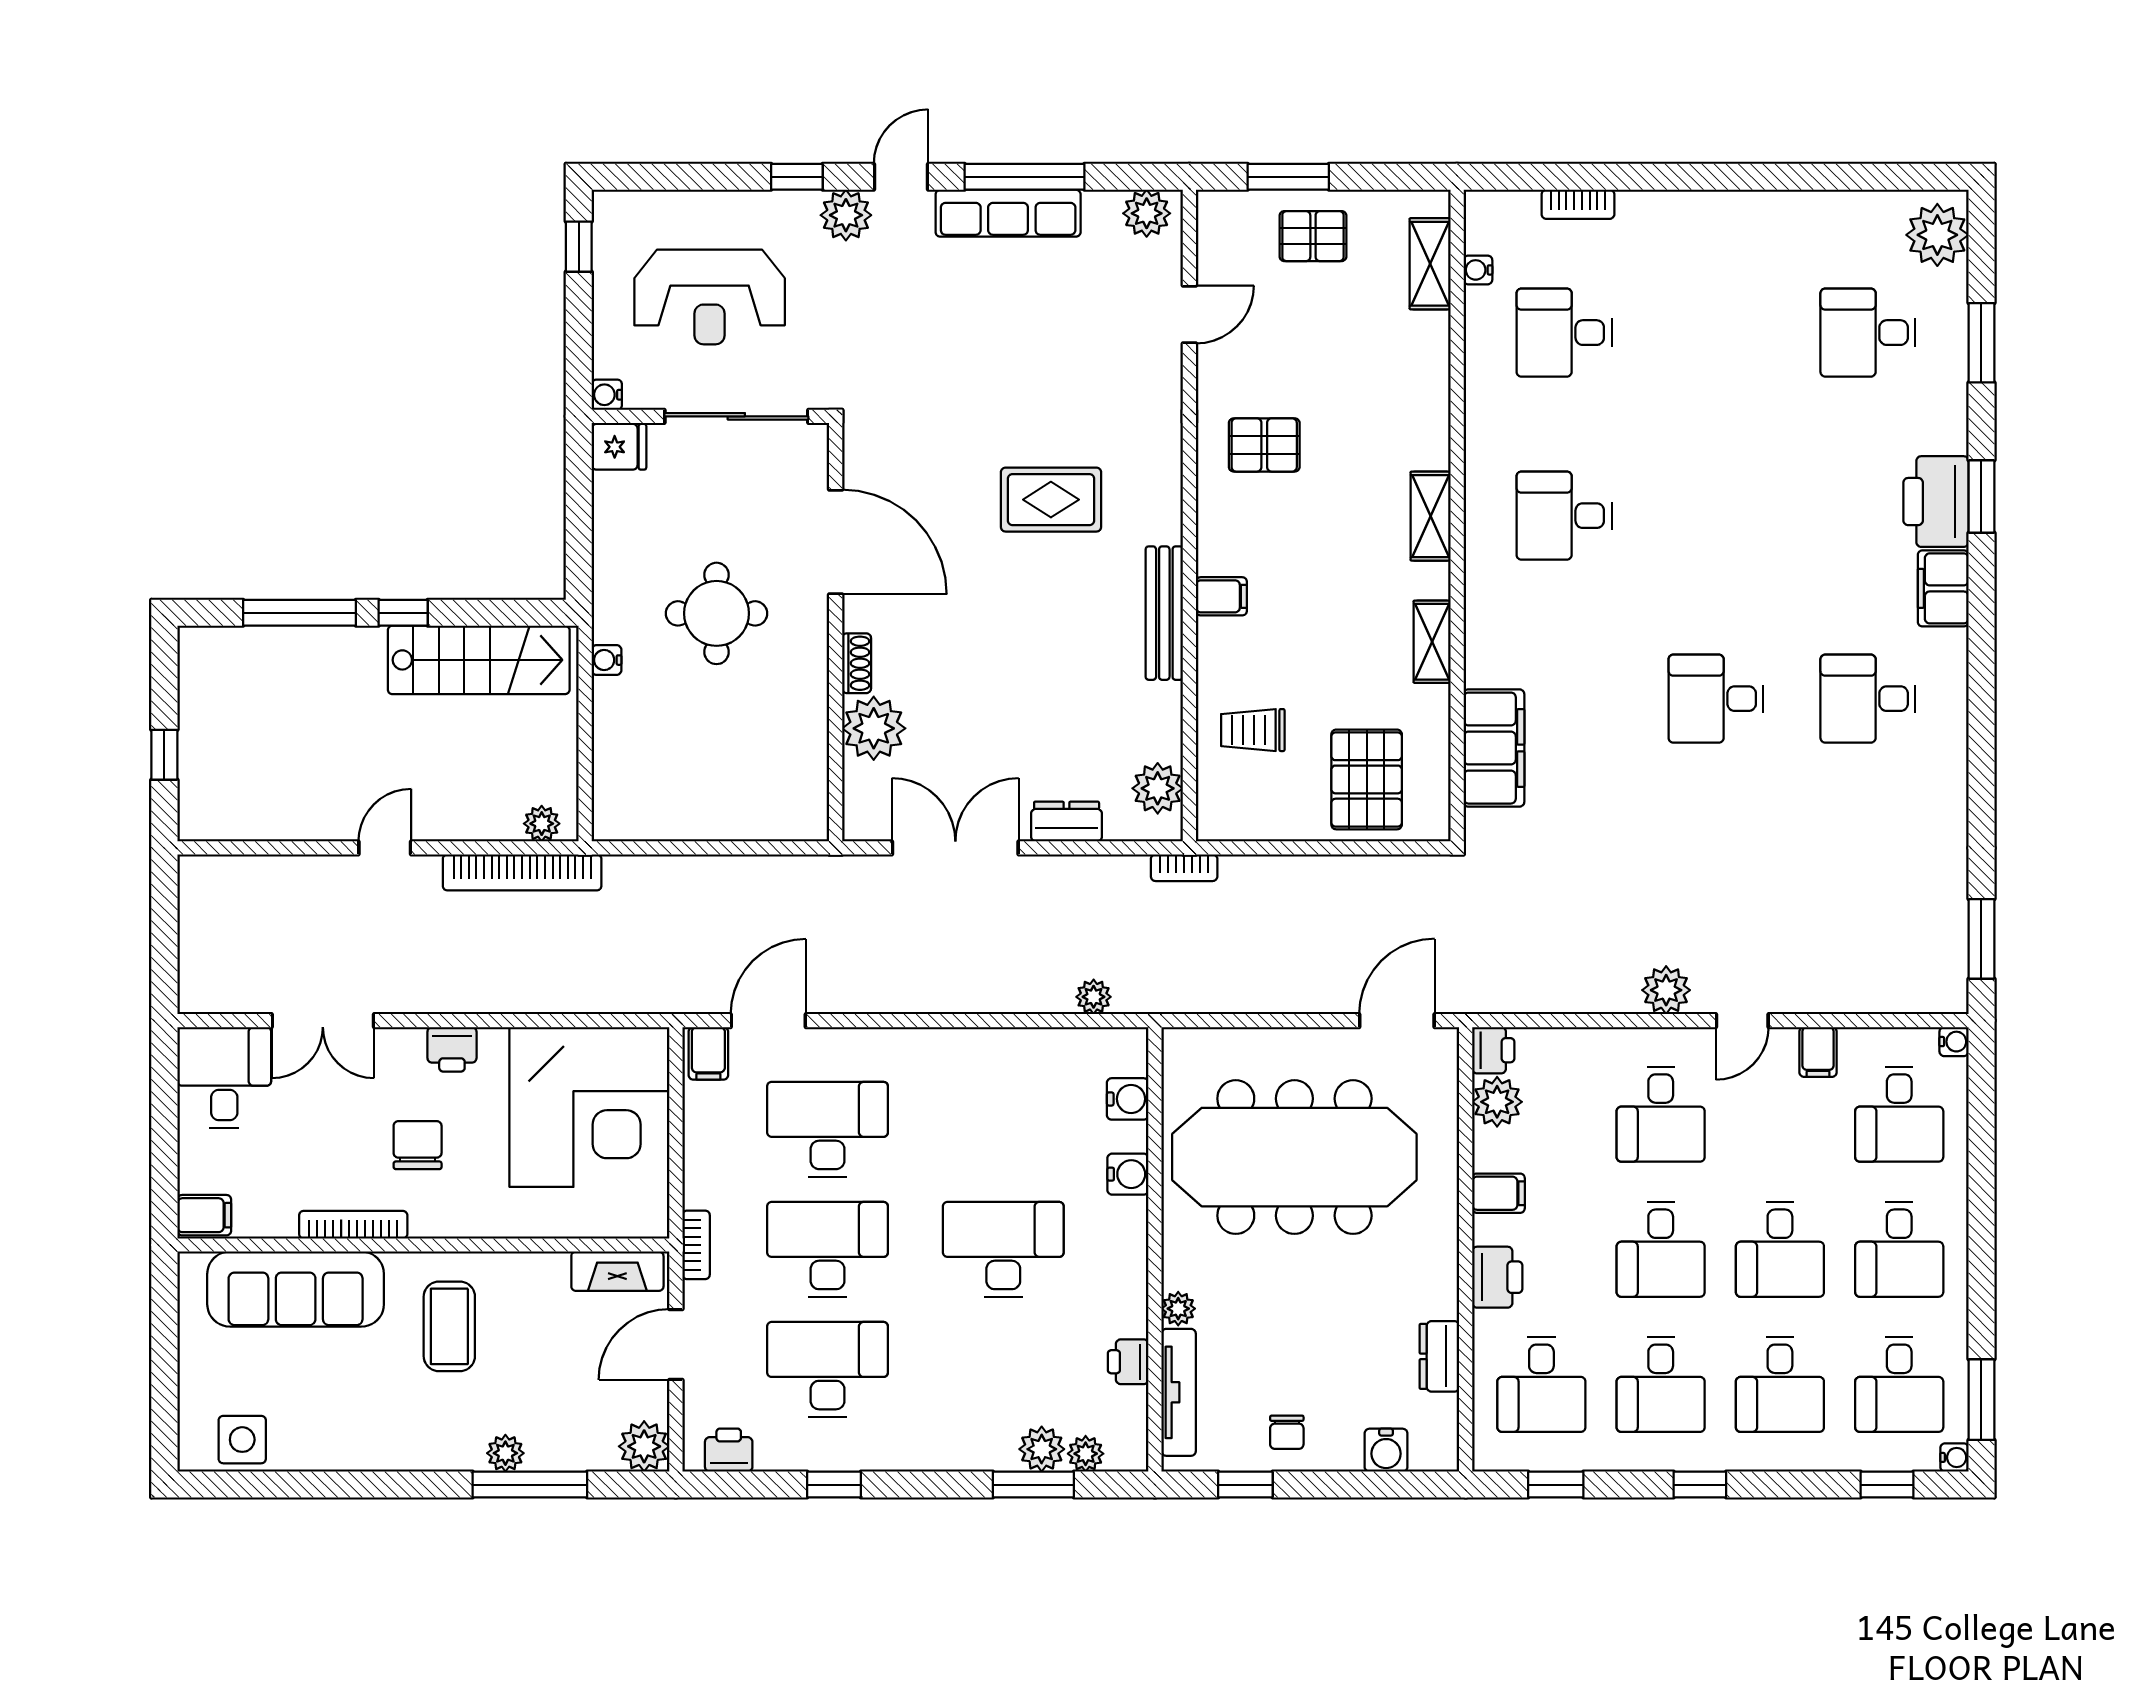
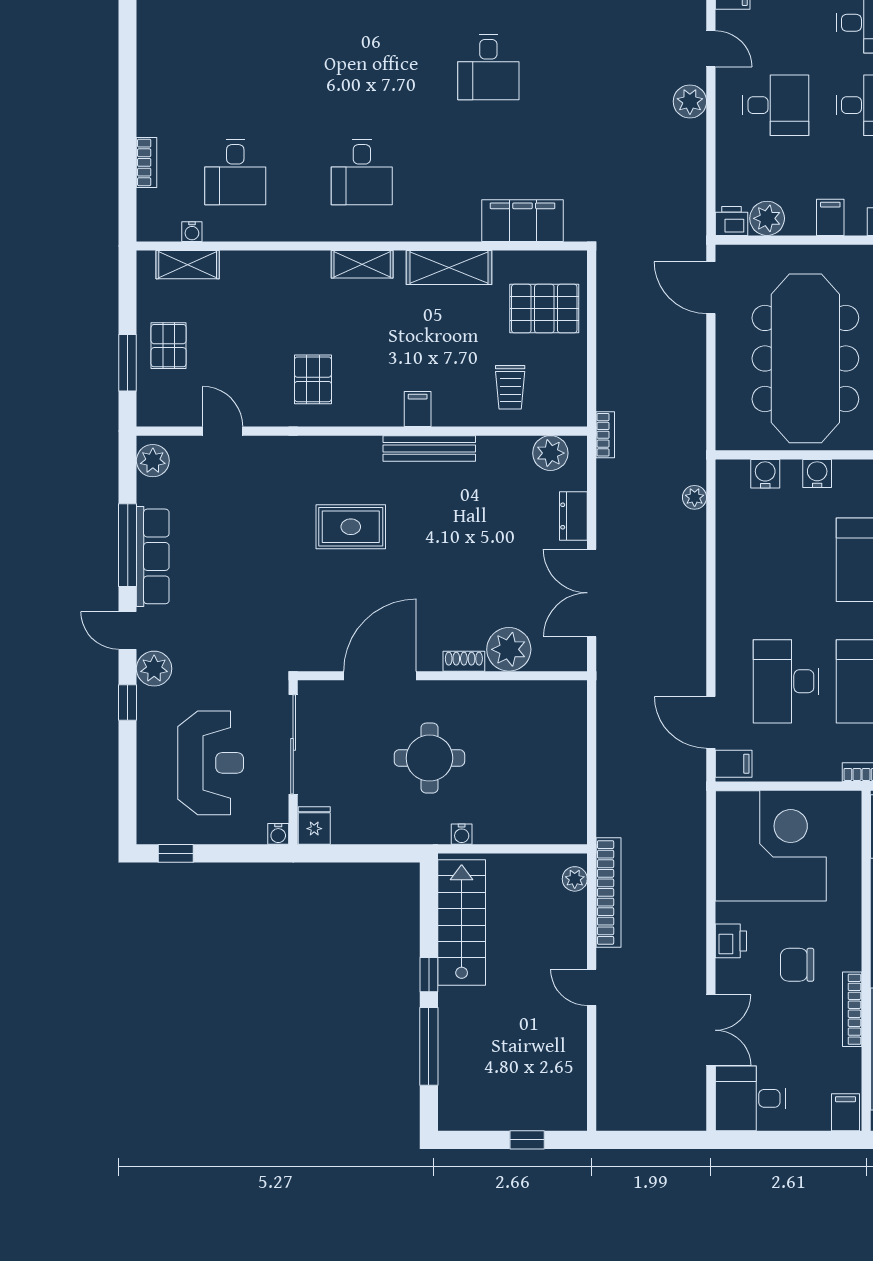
rug: (1051, 500) -> (351, 527), turned 90
shelving: (1432, 642) -> (449, 268), width x1.50, depth x1.33

